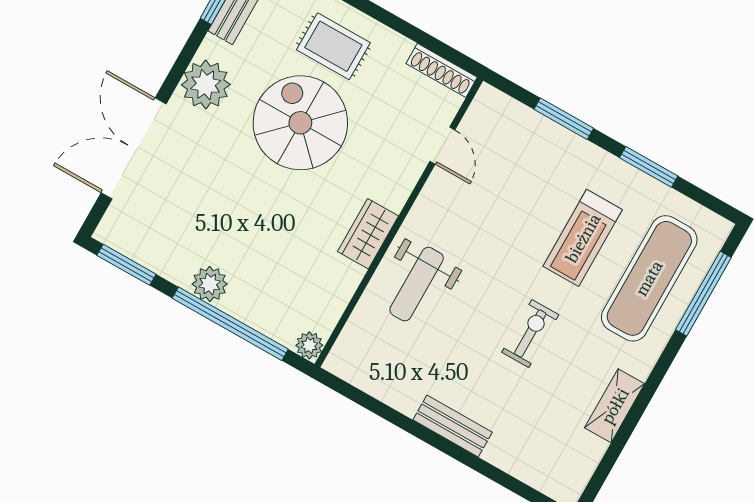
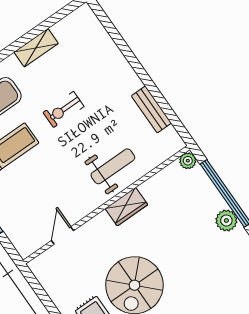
shoe rack: (442, 70) -> (43, 277), removed
bench: (453, 426) -> (151, 109), moved

